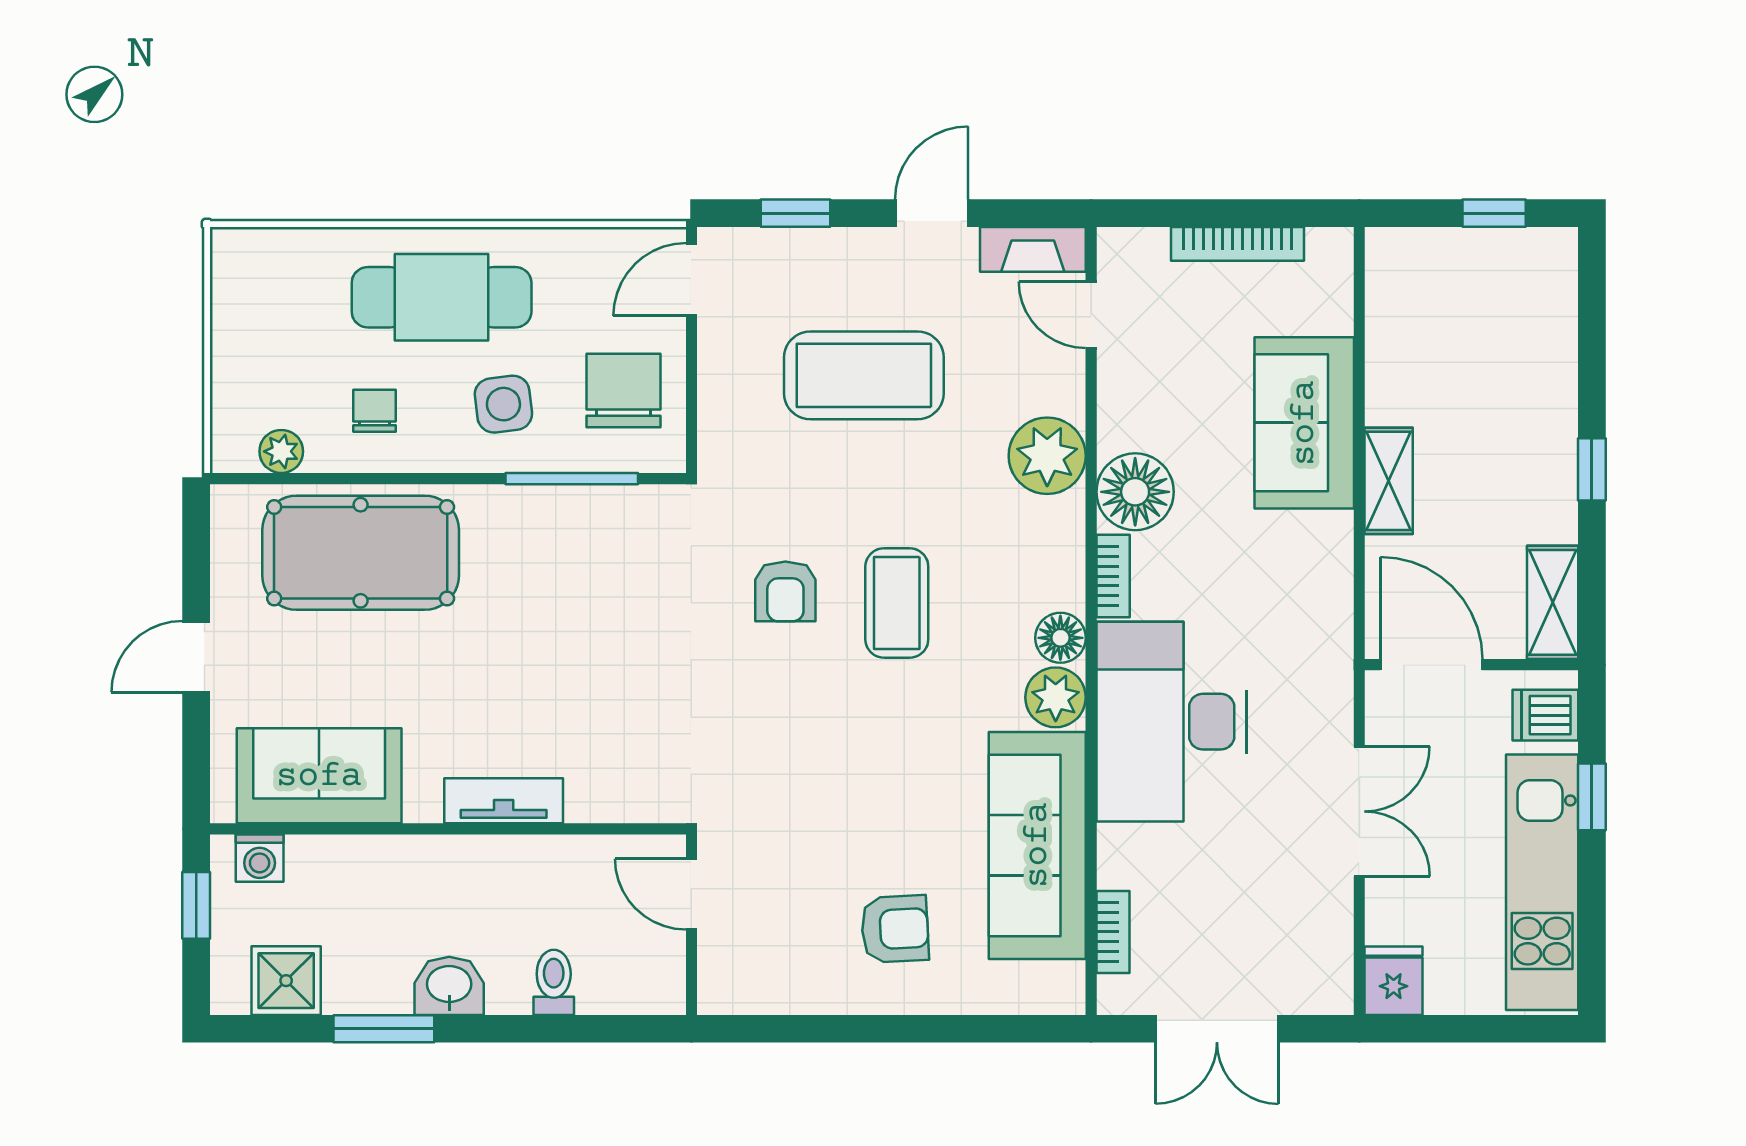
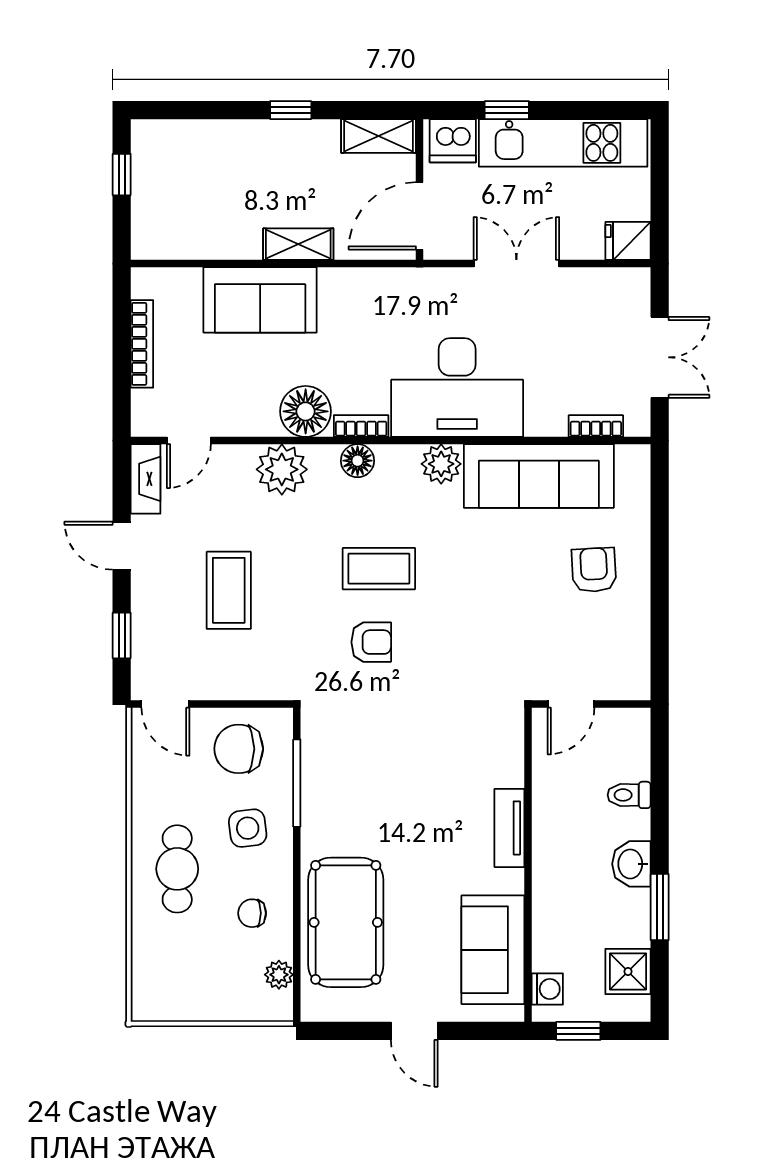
cafe table: (442, 297) -> (177, 869), width x0.73, depth x0.74
coffee table: (864, 375) -> (229, 590), width x0.73, depth x0.76
floor lamp: (1060, 638) -> (358, 461), moved
dishwasher: (1545, 715) -> (453, 141), width x1.38

